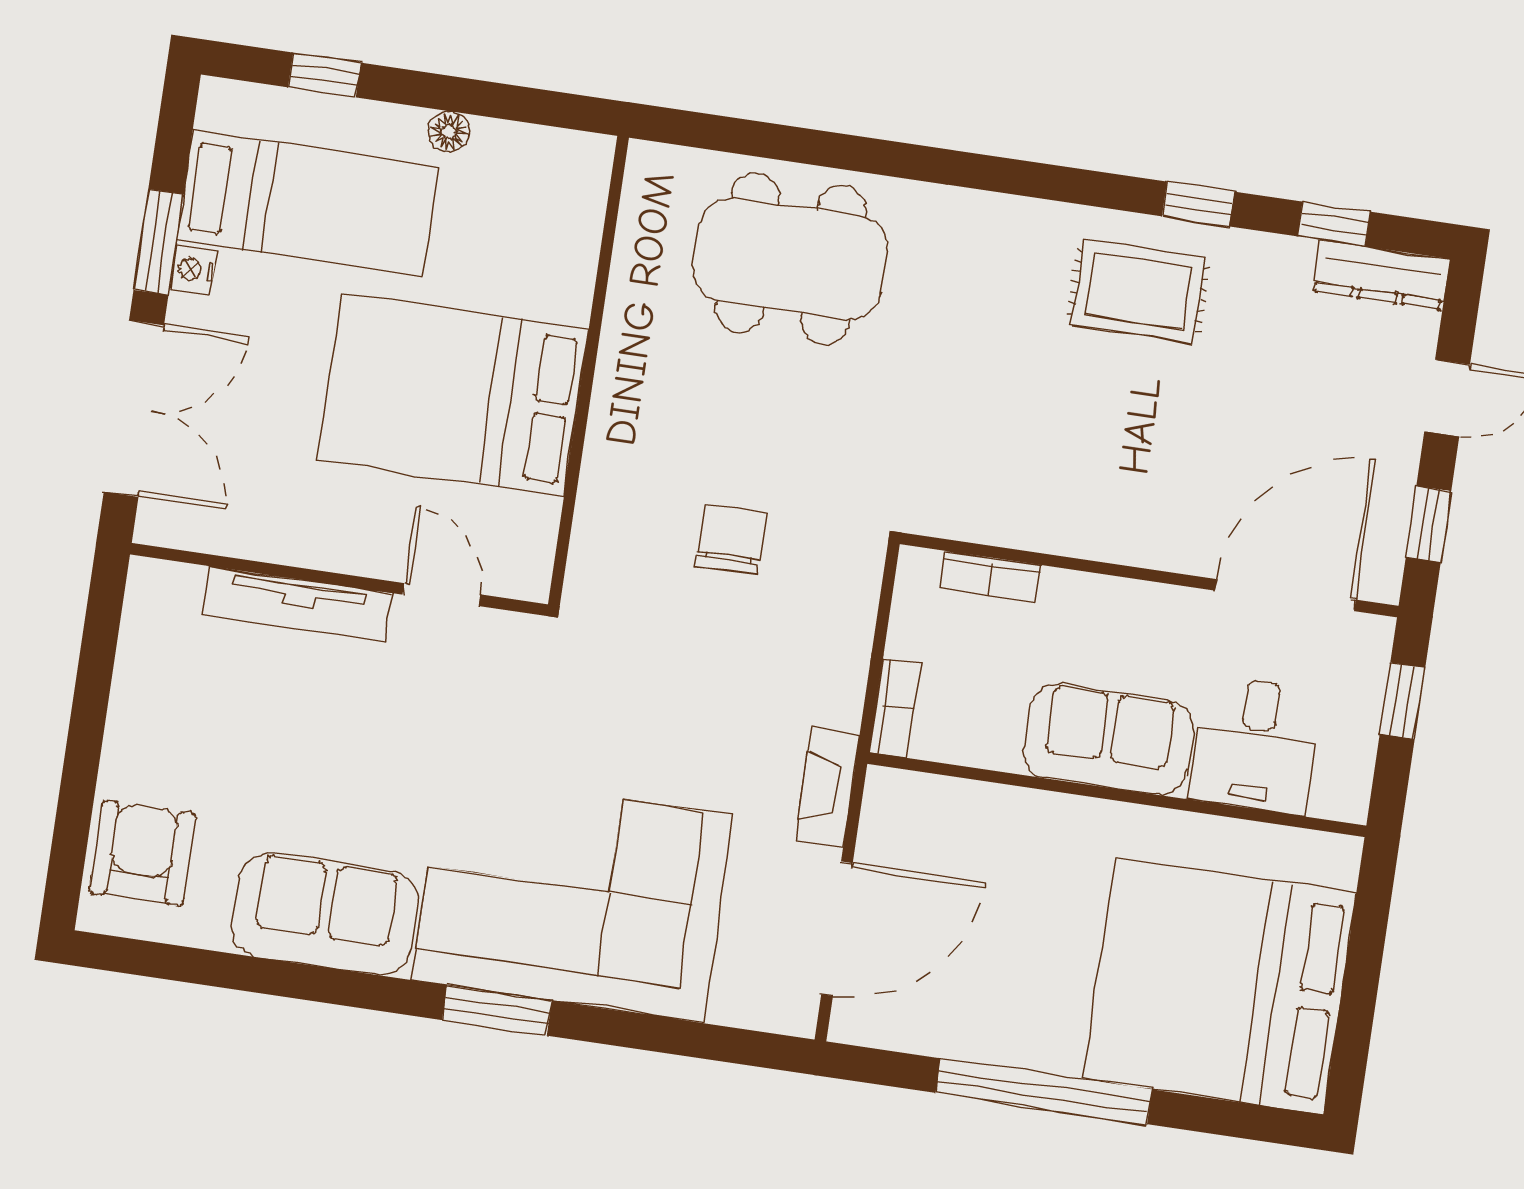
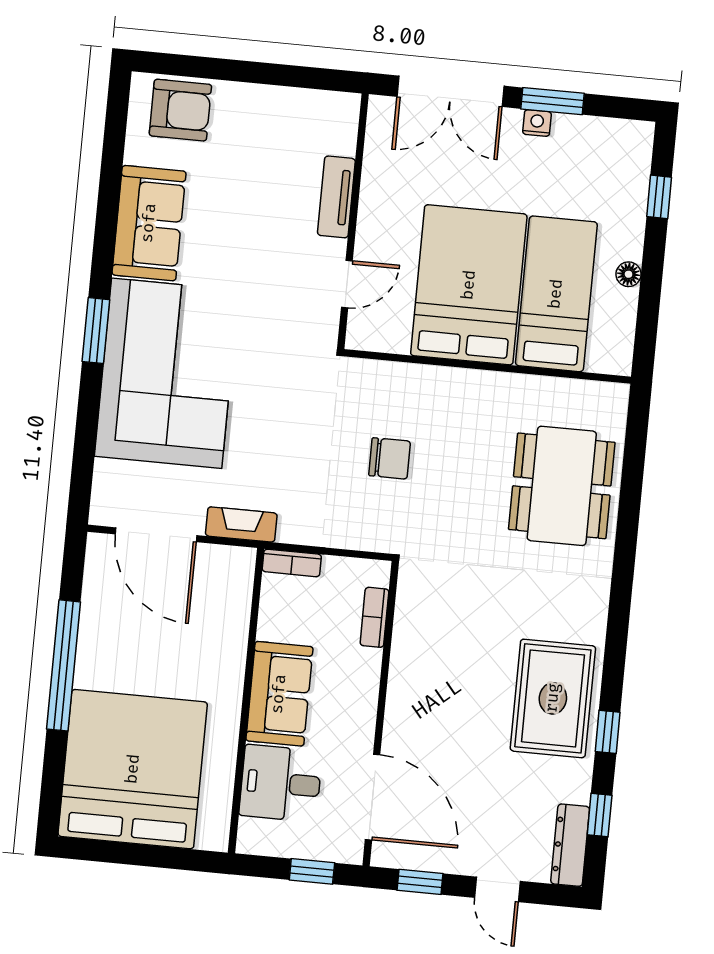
bed: (307, 203) -> (556, 294), moved, turned 180
rug: (1139, 291) -> (553, 698), width x1.36, depth x1.43
tv unit: (298, 605) -> (336, 197), width x0.71

